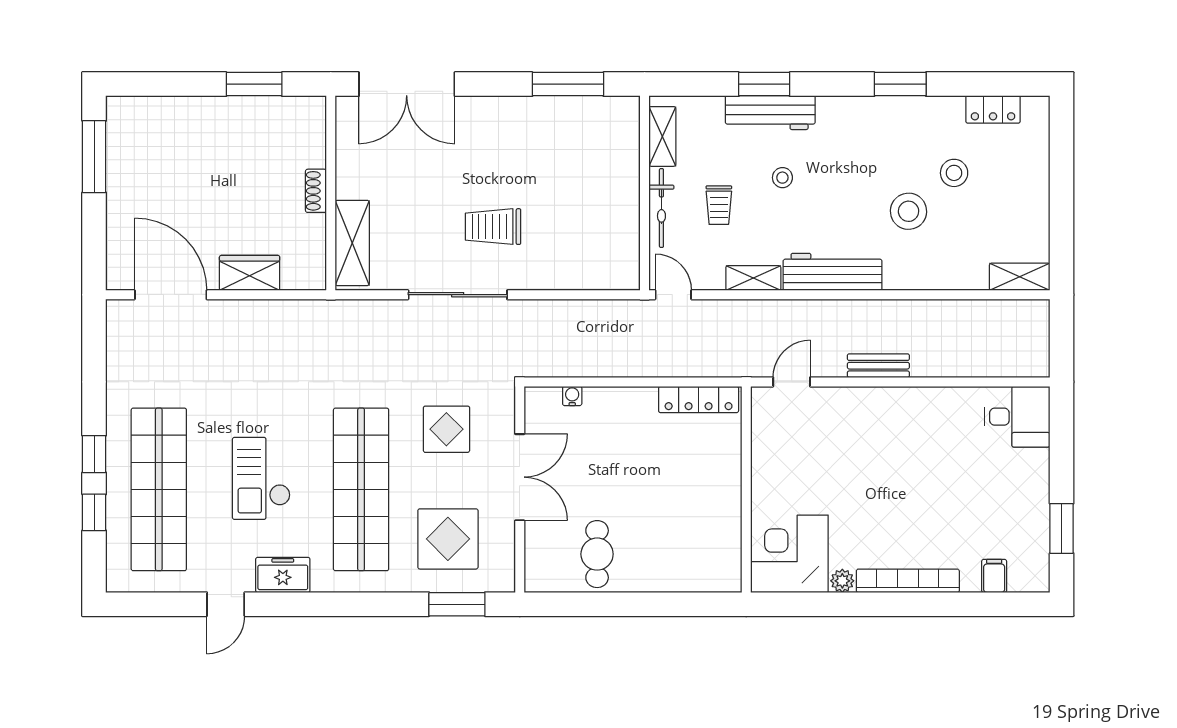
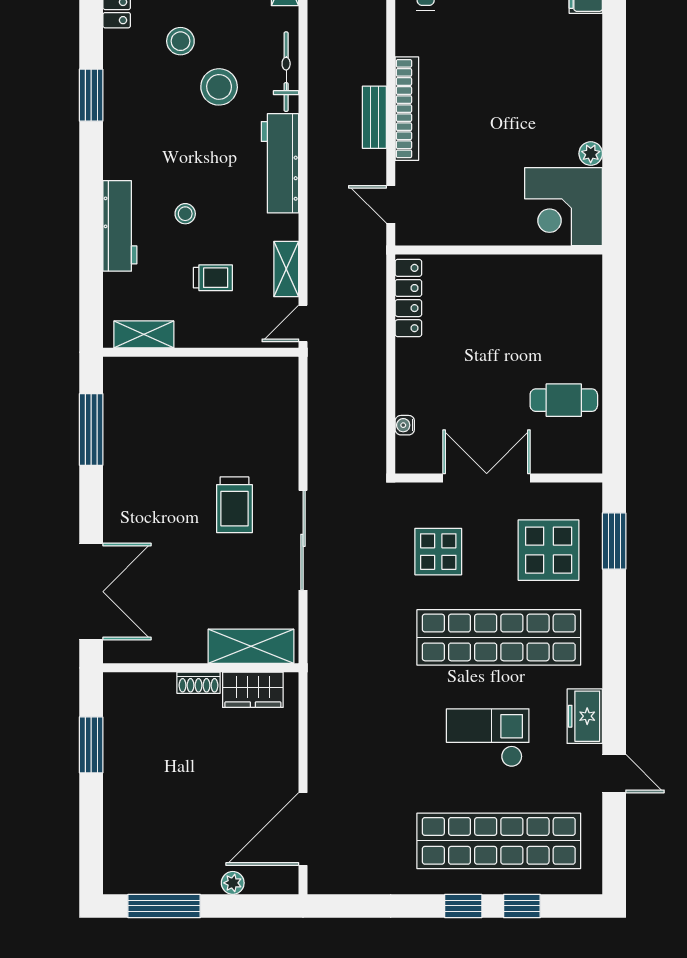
window: (764, 84) -> (91, 232), removed
bicycle: (661, 208) -> (286, 72), moved, turned -90
plant: (117, 225) -> (233, 883), added
wardrobe: (250, 273) -> (253, 690), moved, turned -90
shelving: (753, 278) -> (286, 269), moved
checkout: (261, 478) -> (488, 738), turned 180
bookcase: (908, 581) -> (407, 109), moved, turned 180

